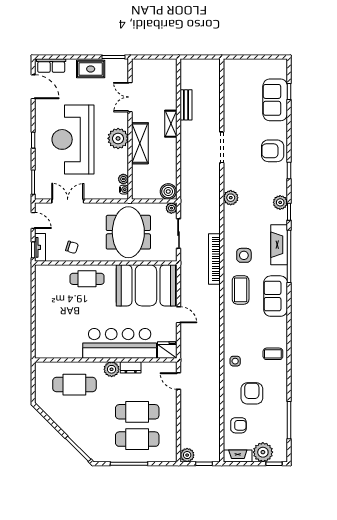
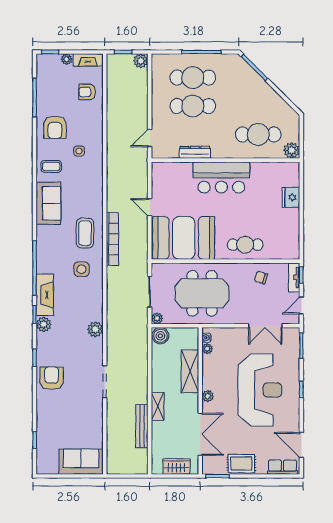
wardrobe: (153, 66) -> (177, 467), added
double door: (130, 97) -> (200, 434), width x1.37
sofa: (275, 100) -> (81, 462), moved, turned -90
bench: (186, 105) -> (142, 426), width x1.36
plant: (118, 138) -> (208, 396), width x0.53, depth x0.53
shelving: (140, 143) -> (190, 371), moved
armchair: (273, 151) -> (52, 378), turned -90
door: (33, 220) -> (301, 306), hinge flipped
meeting table: (128, 232) -> (202, 293), turned 90
fireplace: (279, 245) -> (45, 295), moved
bookcase: (214, 259) -> (112, 239), moved
sofa: (276, 296) -> (48, 203), moved
bar counter: (120, 343) -> (221, 177), width x0.73
fridge: (167, 350) -> (291, 197), moved, turned 90
side table: (235, 361) -> (79, 151), moved
dresser: (131, 367) -> (195, 152), width x1.44
plant: (112, 369) -> (292, 150), moved
door: (179, 381) -> (150, 138), swing flipped
armchair: (252, 393) -> (55, 127), moved
plant: (263, 452) -> (66, 59), width x0.53, depth x0.53

